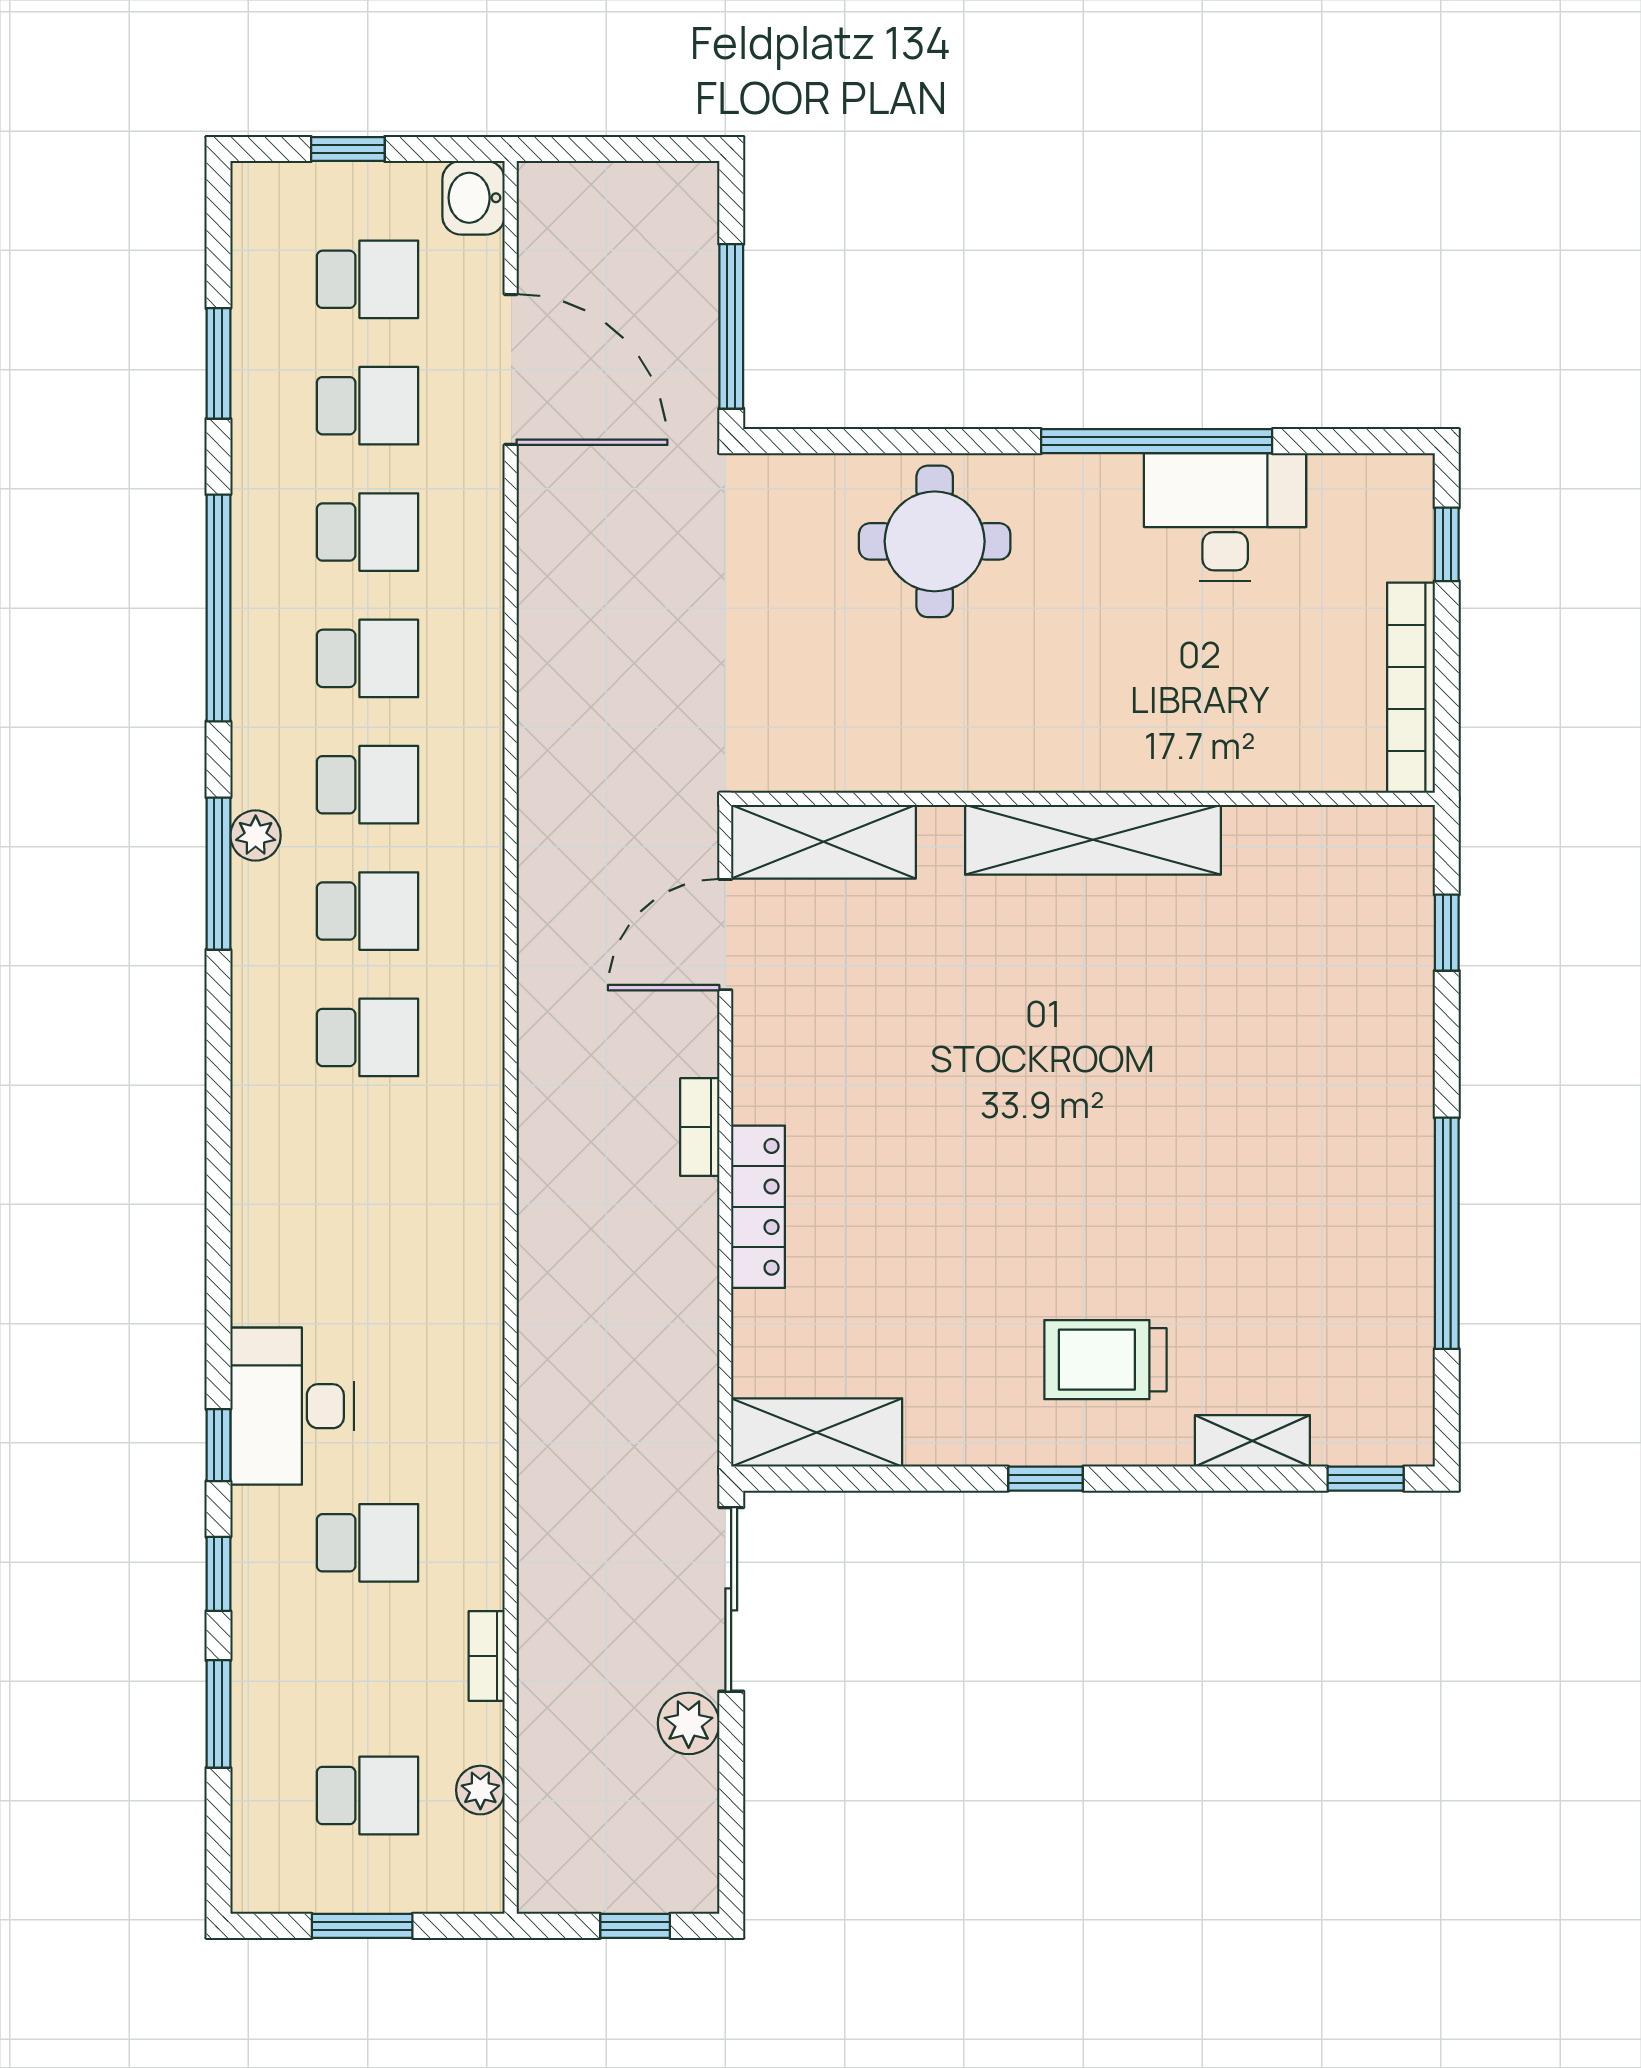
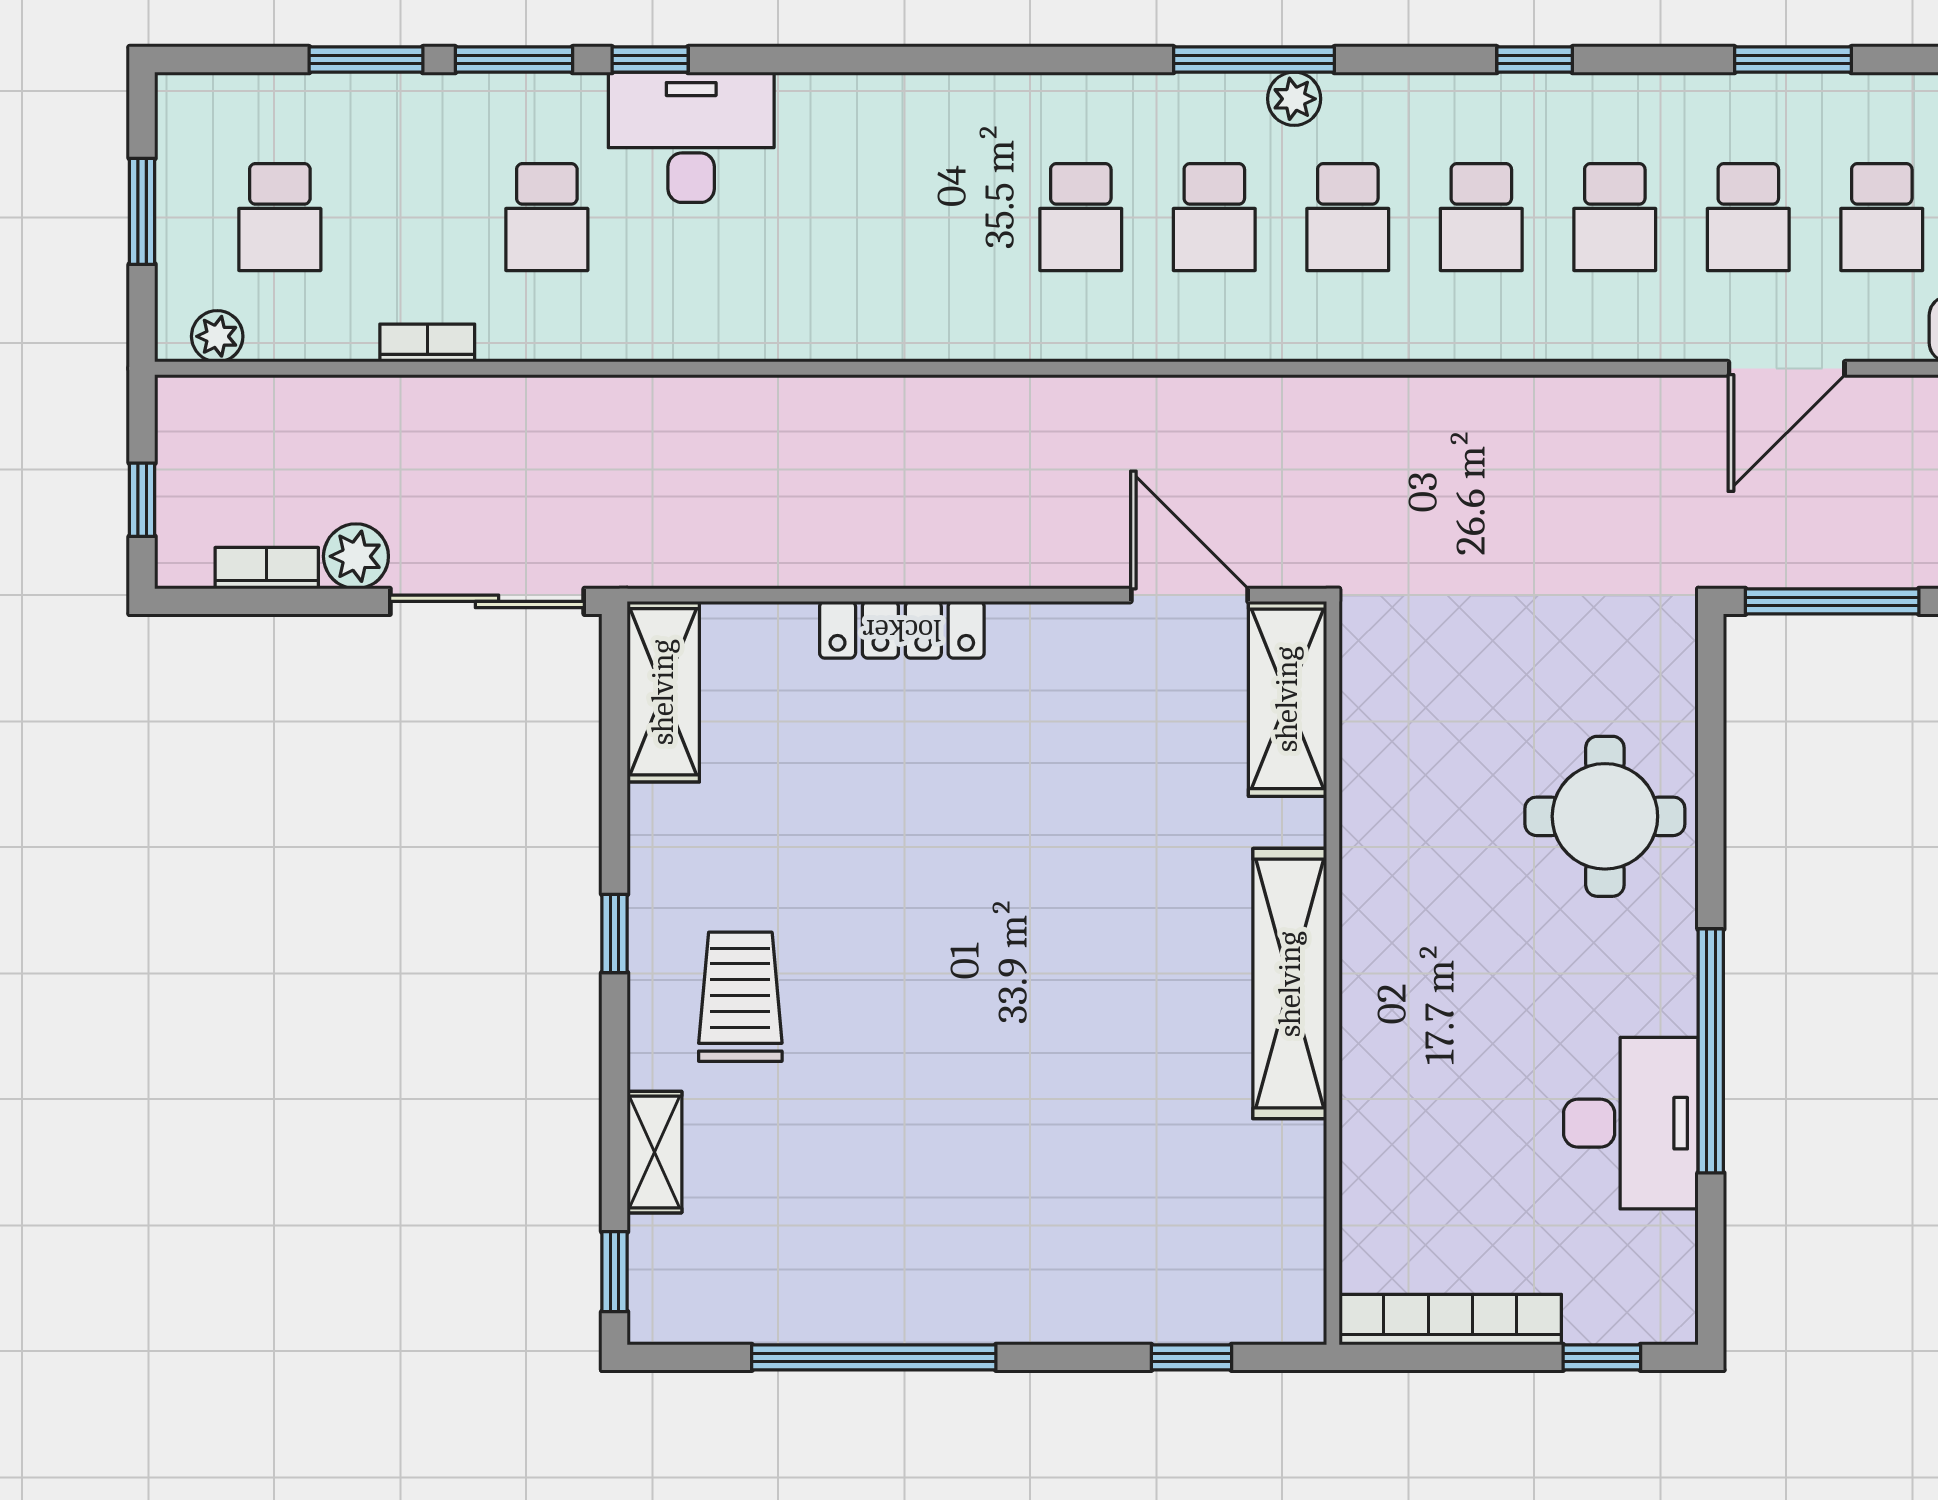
door: (511, 369) -> (1787, 368), width x0.73
window: (218, 608) -> (1535, 60), width x0.32
bookcase: (700, 1127) -> (267, 568), moved
window: (218, 1574) -> (514, 60), width x1.50
plant: (480, 1790) -> (217, 336), moved

